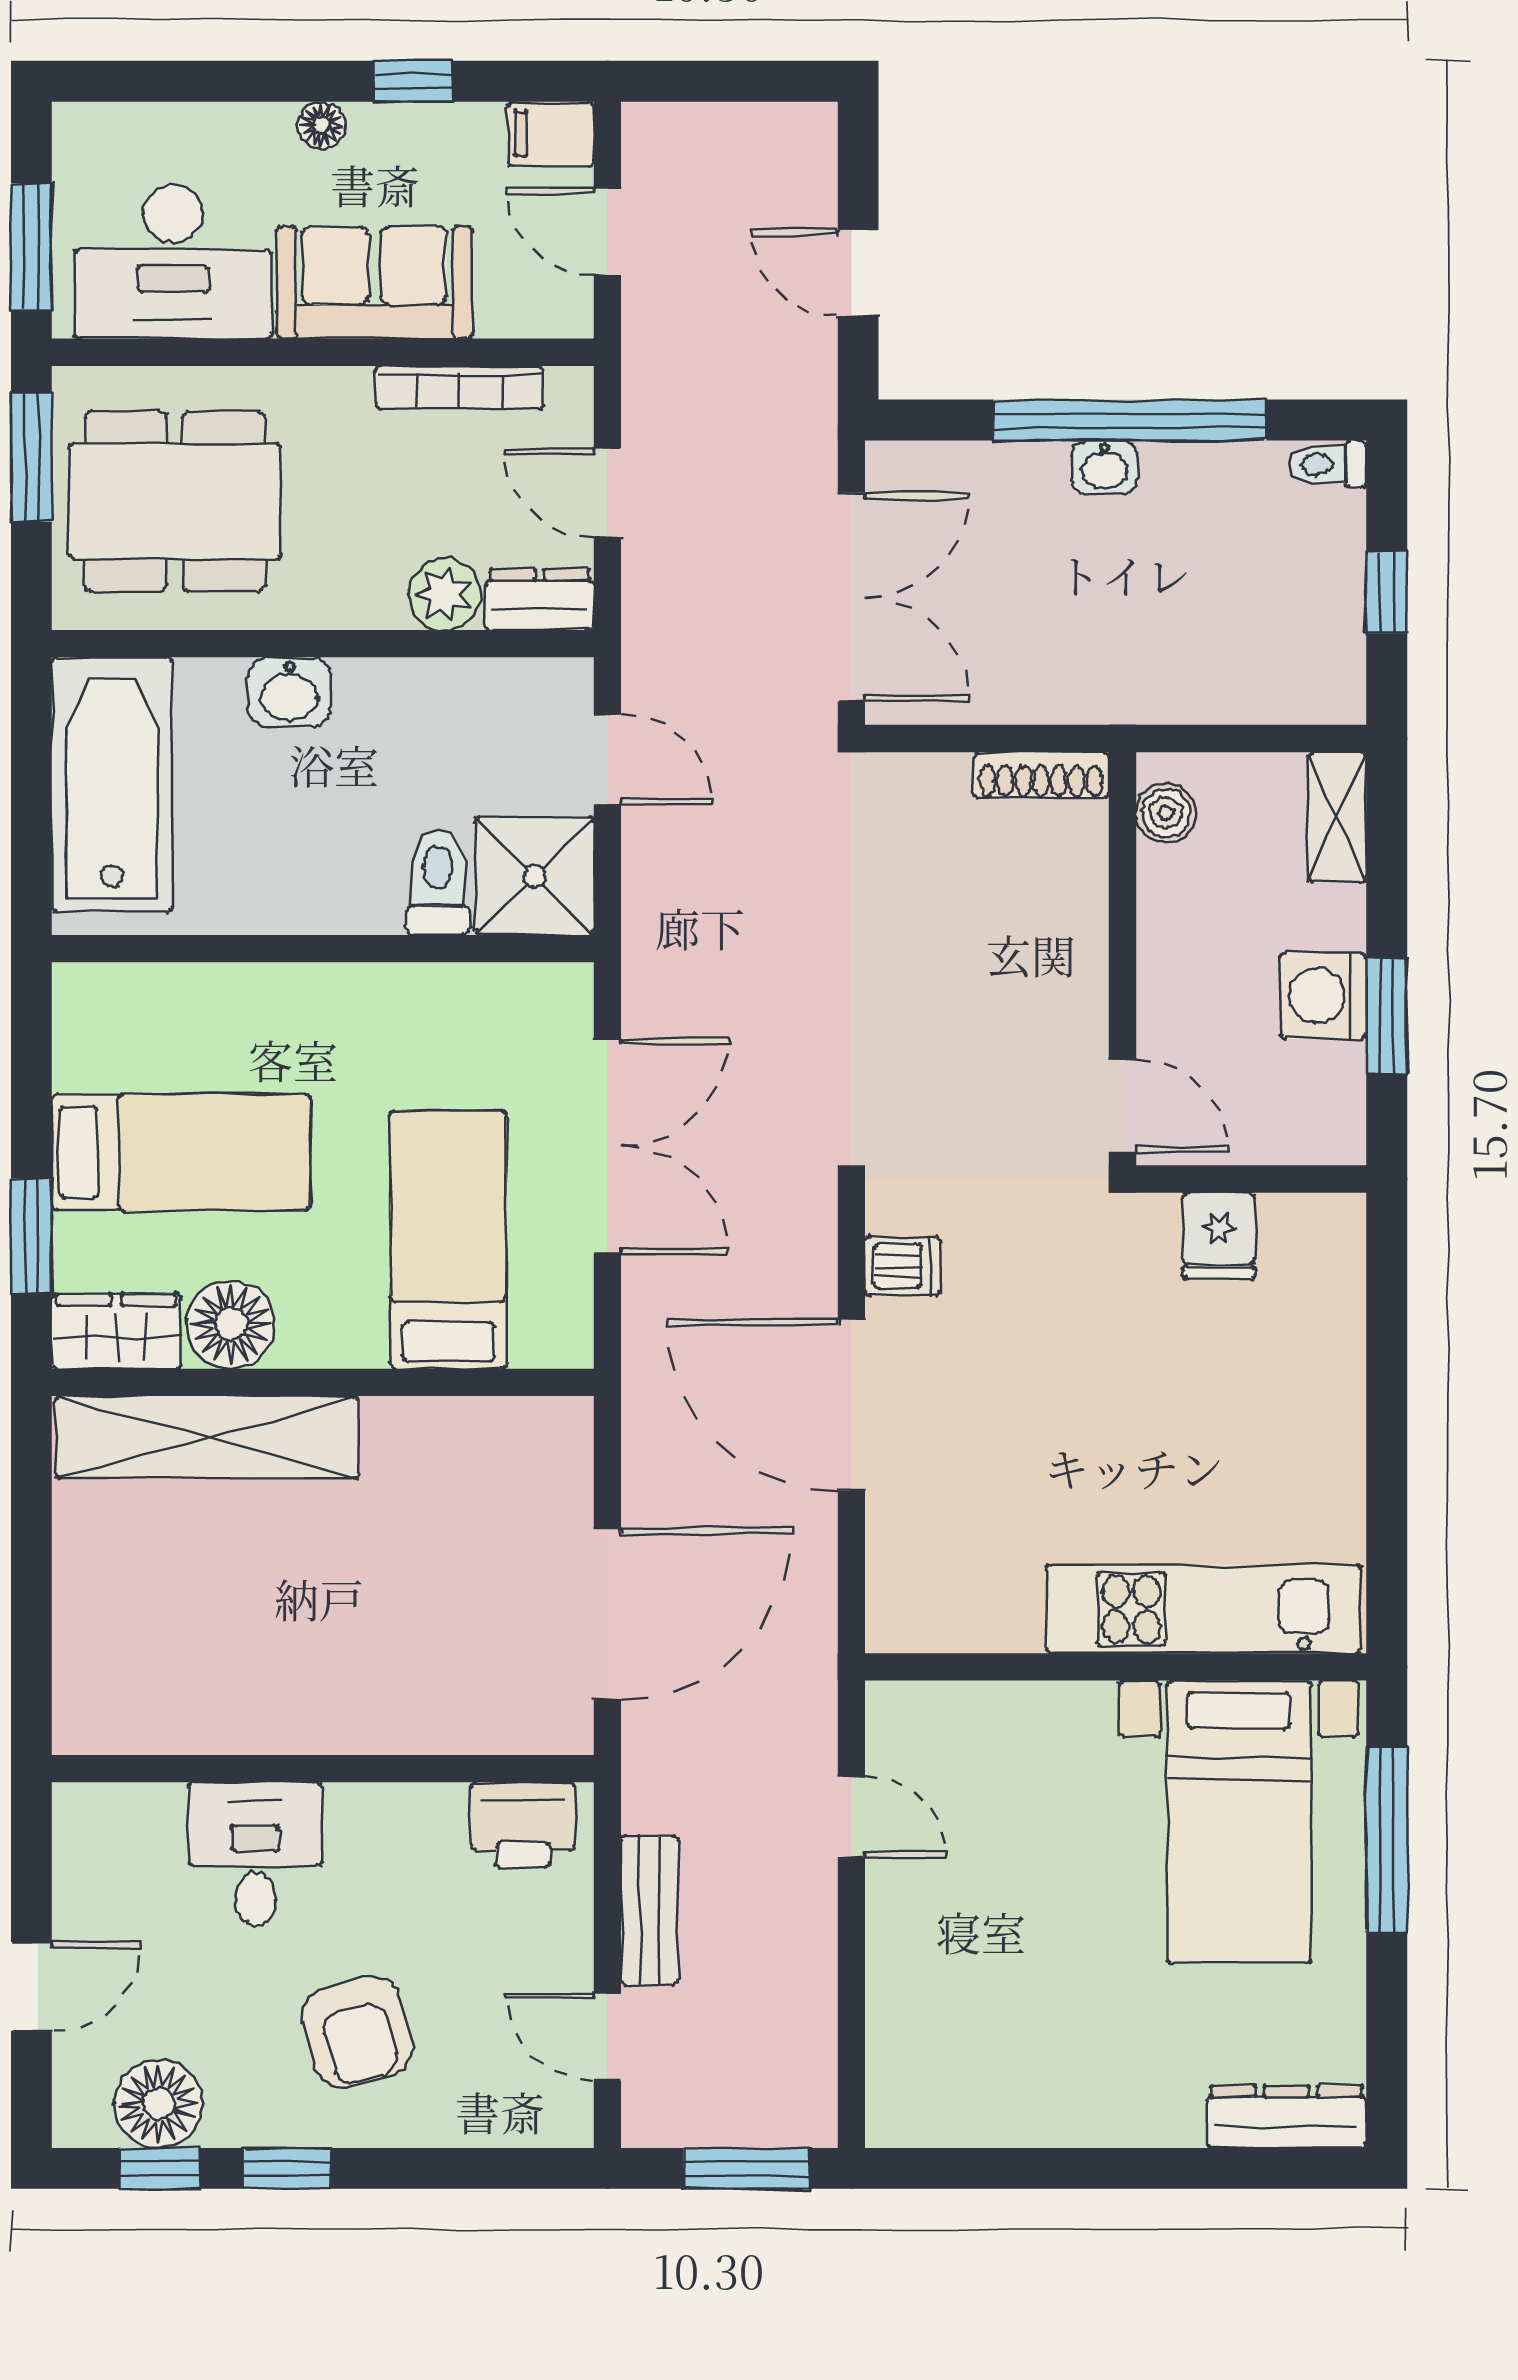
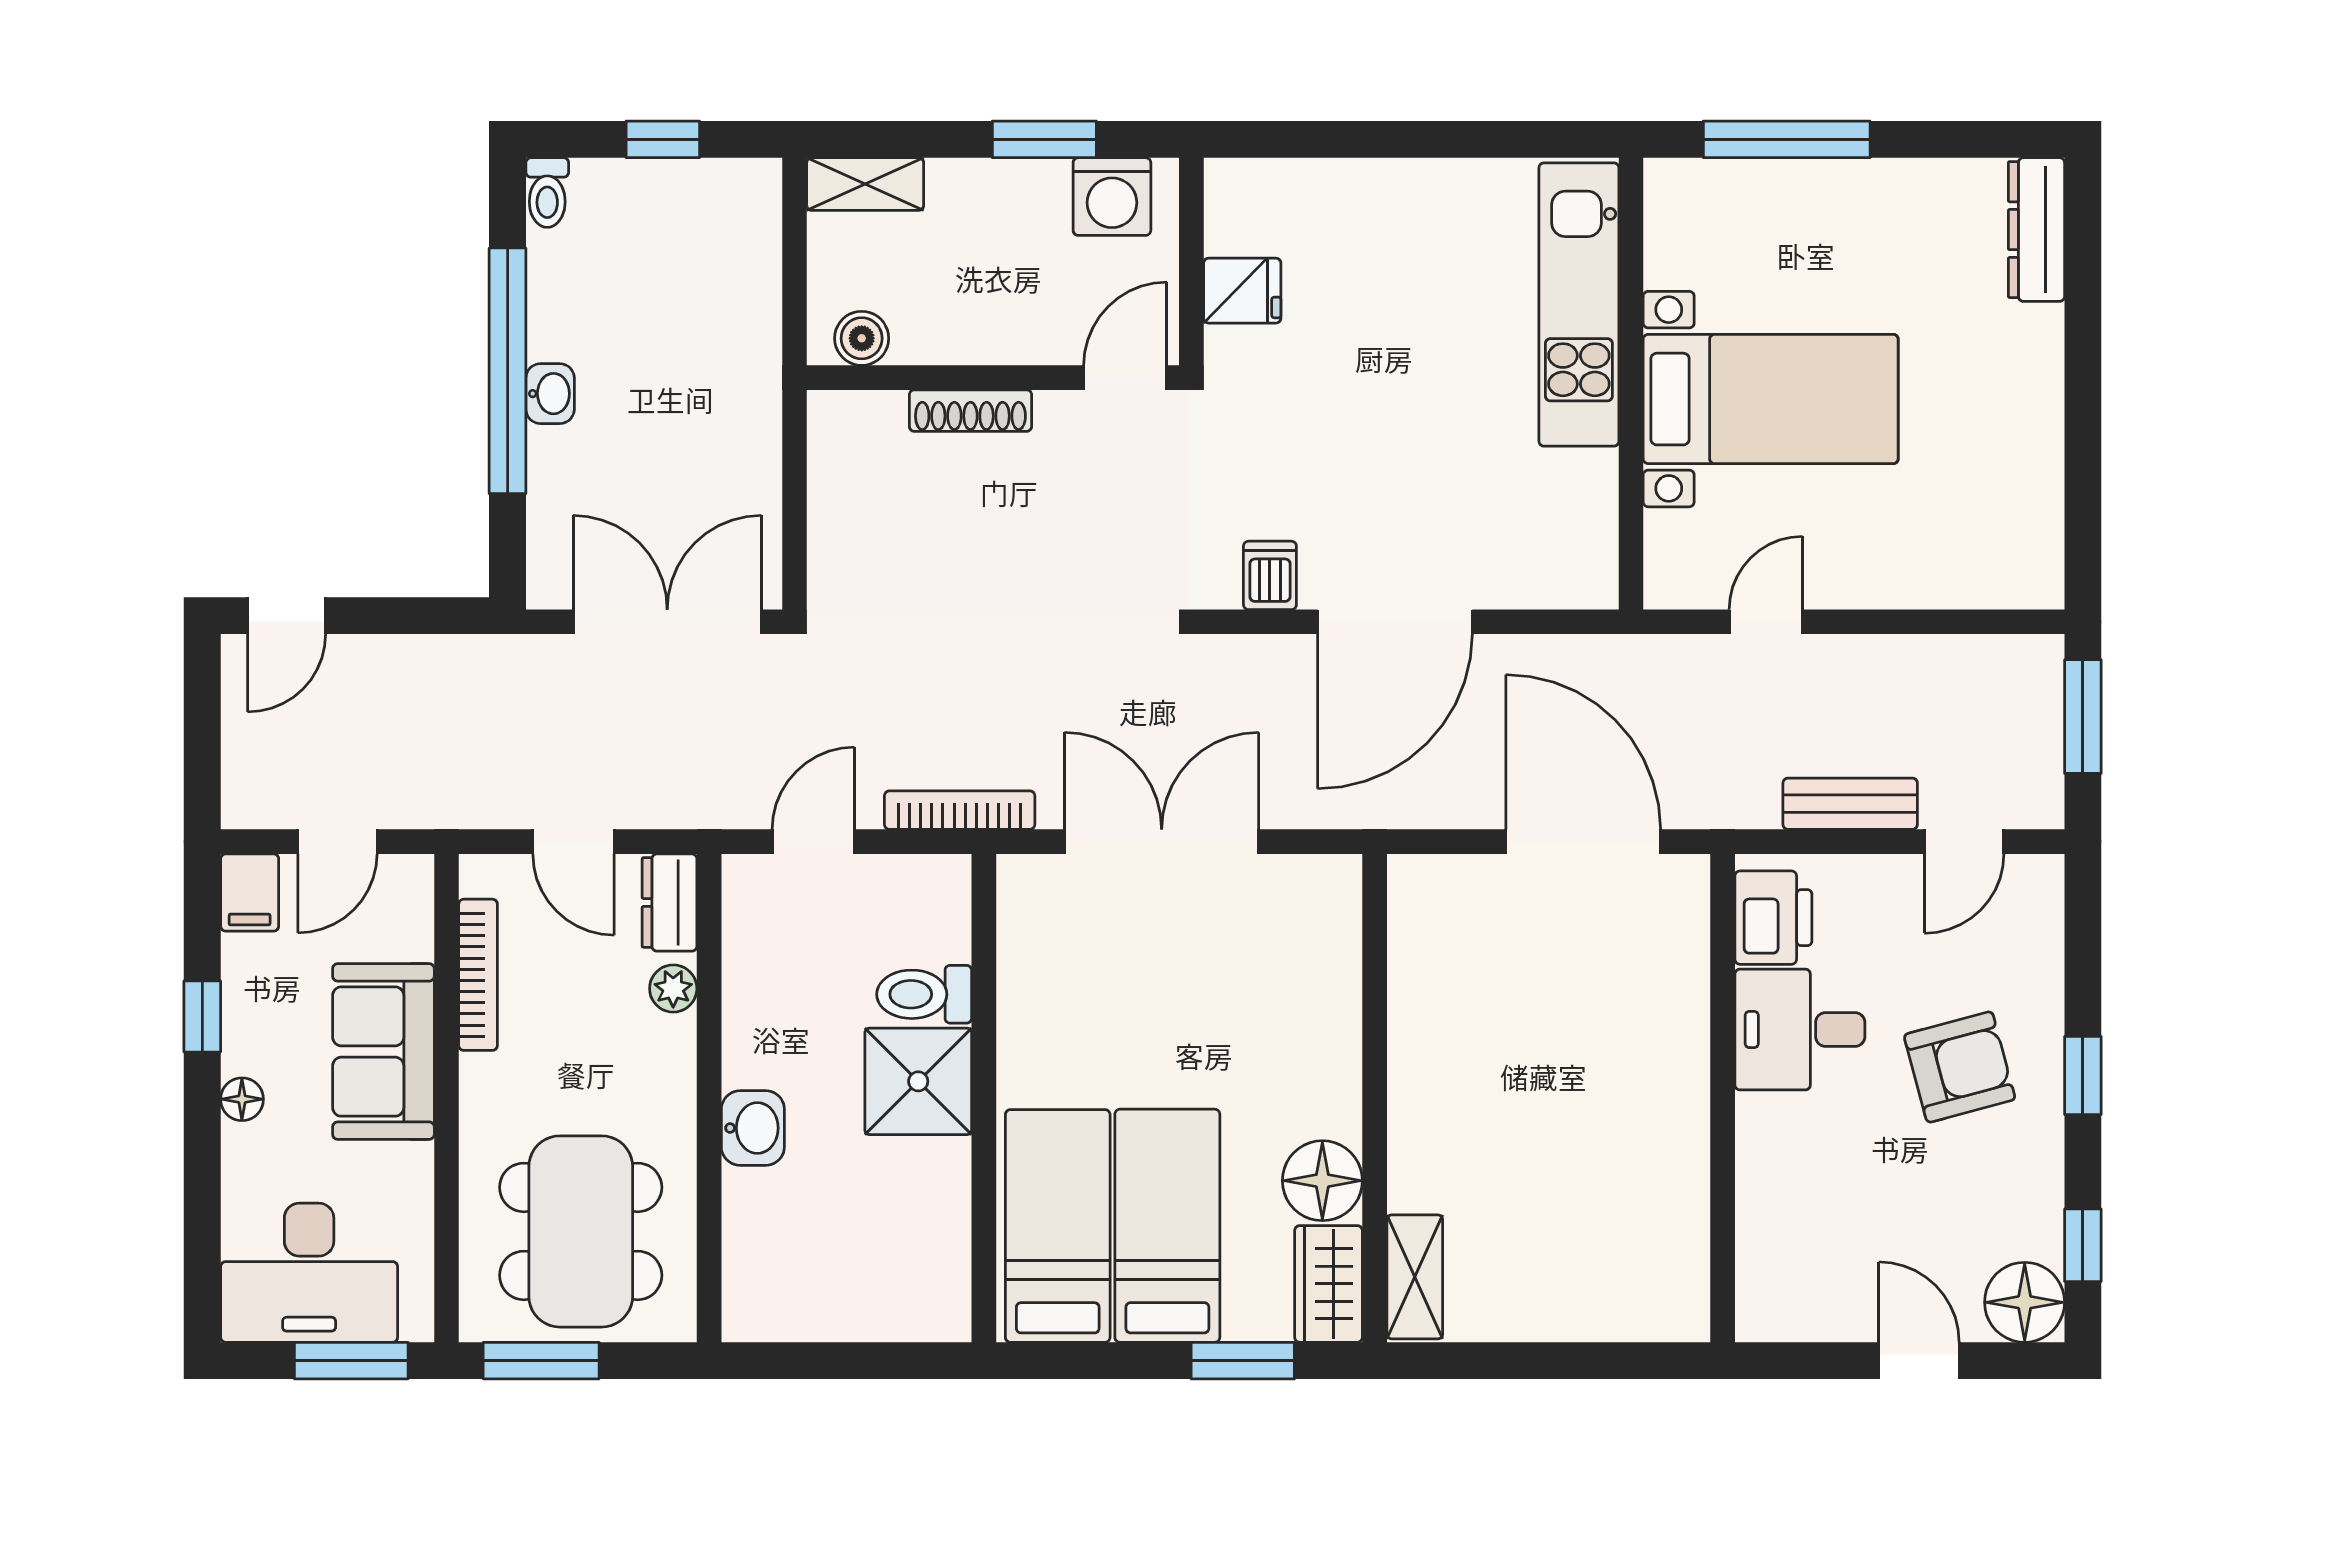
desk: (173, 262) -> (309, 1273), moved, turned 90
door: (858, 273) -> (287, 616), moved
door: (607, 493) -> (573, 842), hinge flipped
plant: (444, 594) -> (673, 989), width x0.73, depth x0.73
shoe rack: (1041, 775) -> (970, 411), moved, turned 90
bathtub: (112, 785) -> (836, 1288), removed
shower: (535, 876) -> (918, 1081), moved
bookcase: (642, 922) -> (960, 810), added
washing machine: (1323, 996) -> (1112, 197), moved
bed: (448, 1240) -> (1058, 1226), moved, turned 90
shelving: (207, 1437) -> (1415, 1277), width x0.45, depth x0.75
bed with nightstands: (1239, 1822) -> (1771, 399), moved
desk: (255, 1854) -> (1800, 1030), moved
floor lamp: (159, 2104) -> (2025, 1302), moved
window: (287, 2168) -> (2083, 1075), moved

